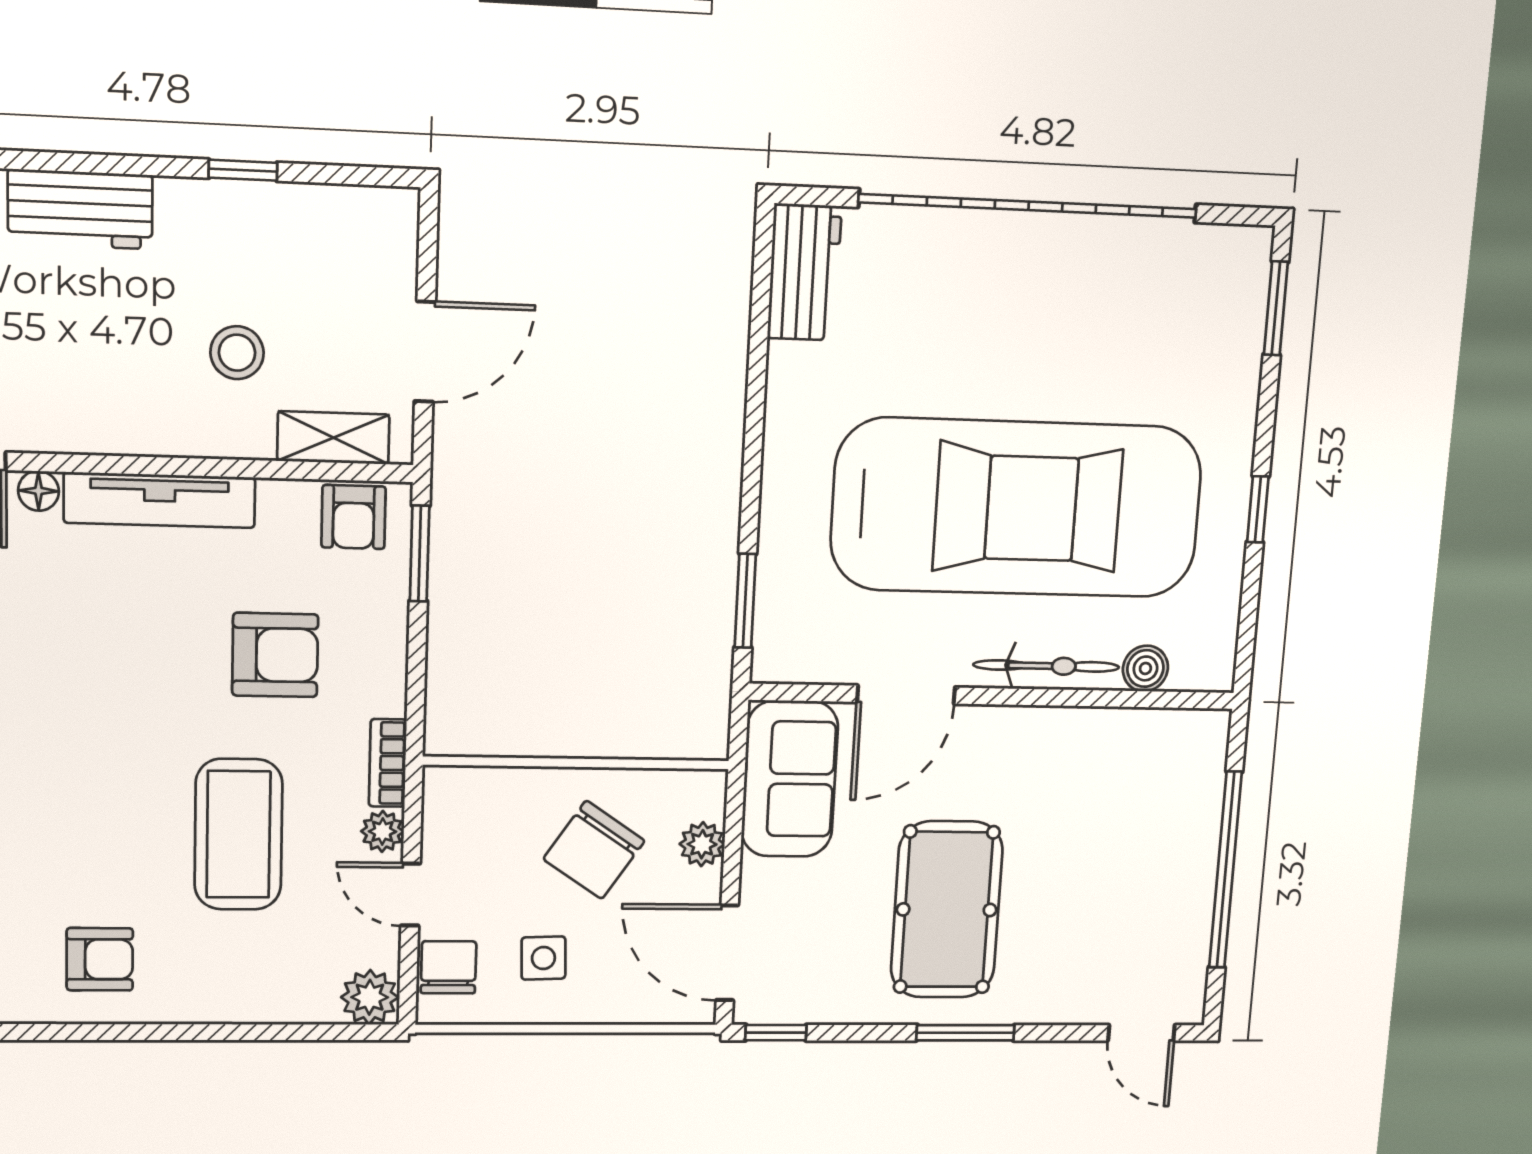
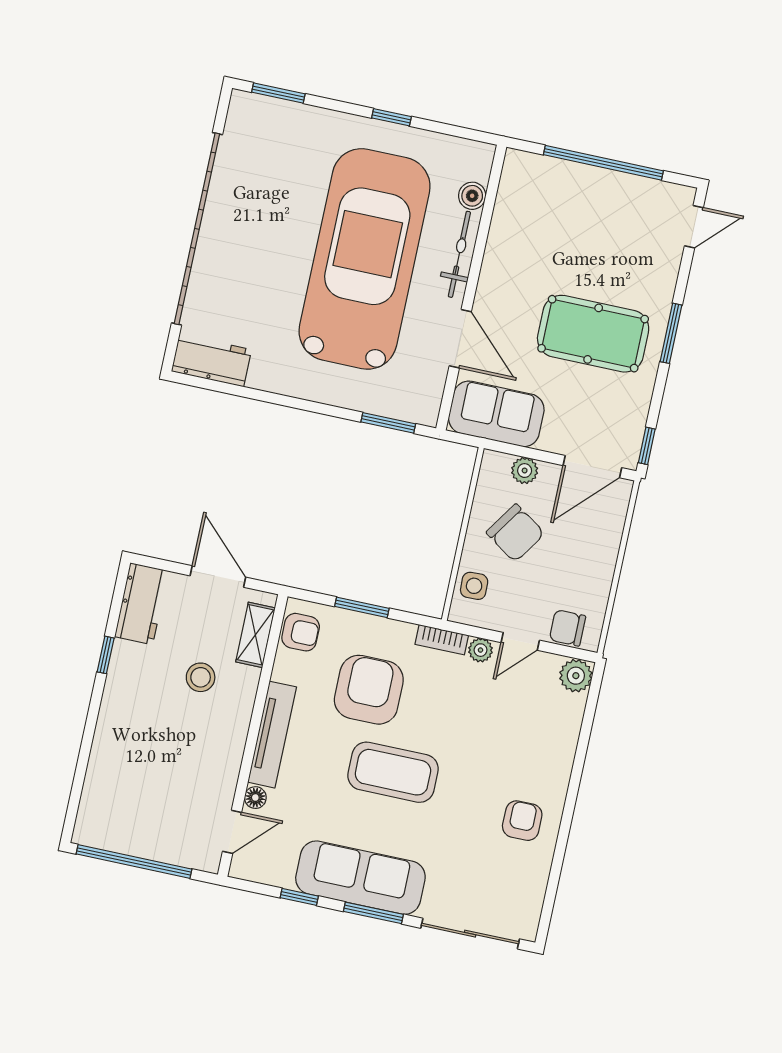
workbench: (80, 209) -> (141, 604), moved
window: (420, 554) -> (362, 607), moved
armchair: (275, 655) -> (369, 690), width x1.36, depth x1.36
coffee table: (238, 834) -> (393, 772), moved
side table: (543, 958) -> (474, 586), moved

